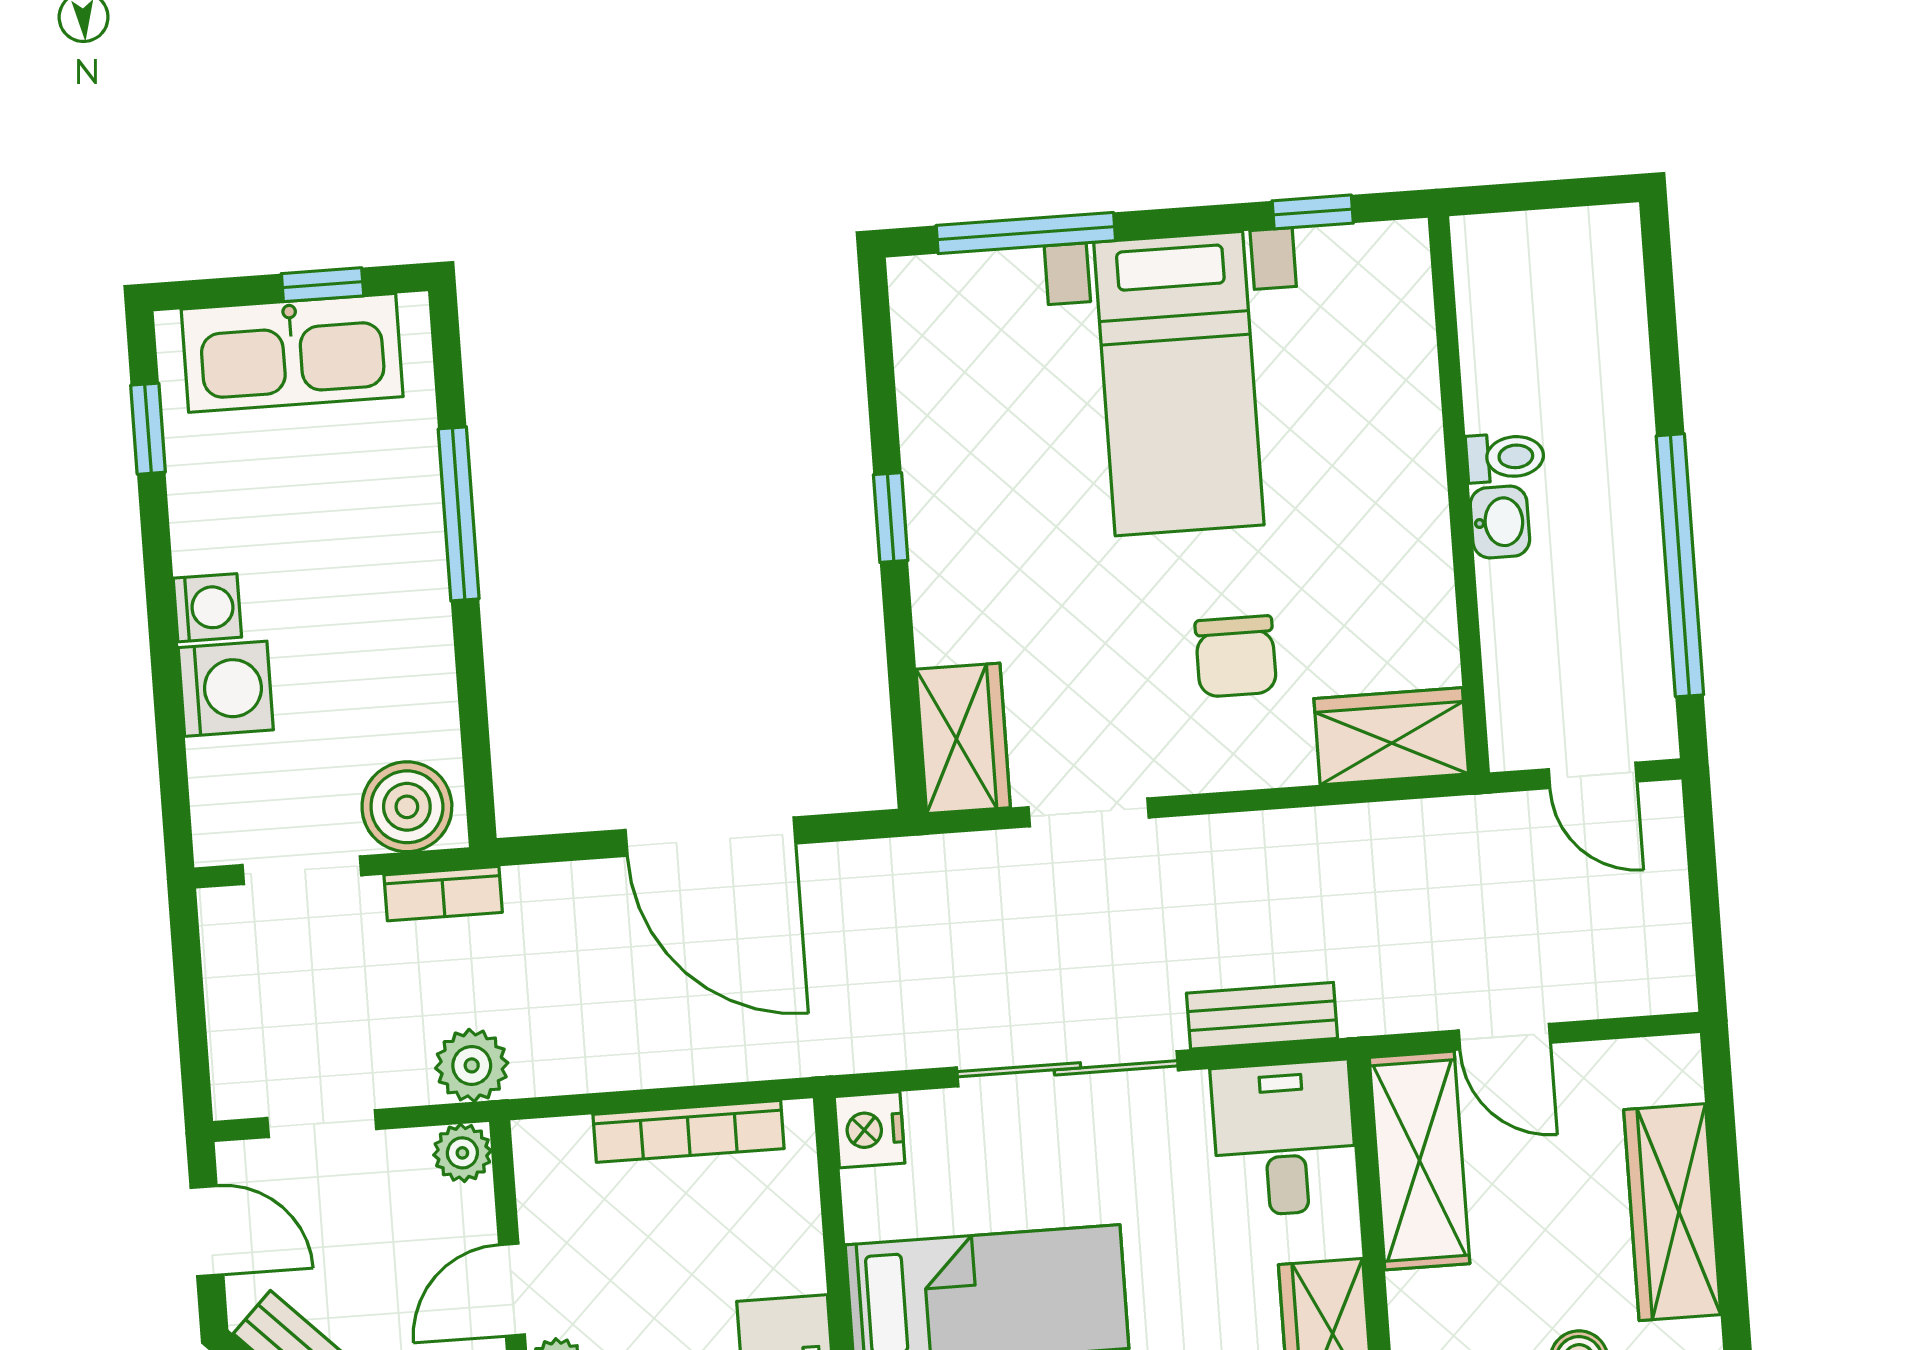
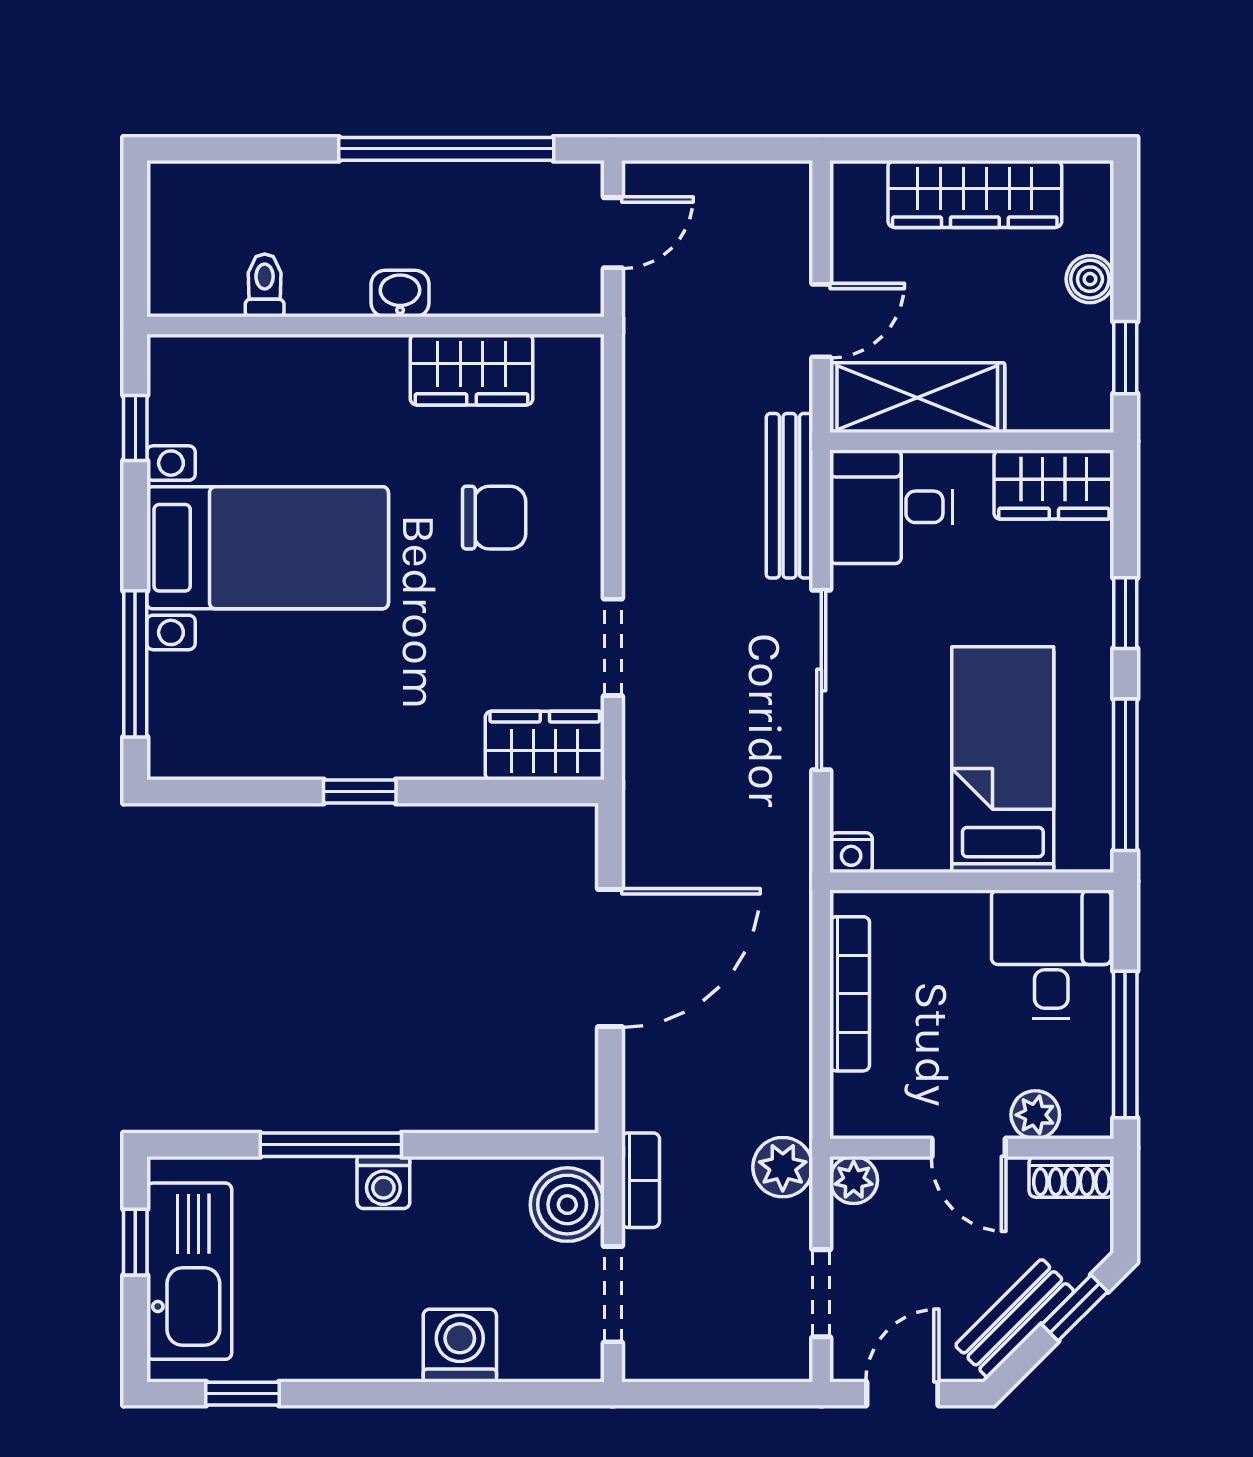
toilet: (1505, 457) -> (265, 285), moved
washing machine: (207, 608) -> (383, 1182), moved, turned 180
wardrobe: (1391, 736) -> (472, 370), moved, turned -90
bench: (1262, 1016) -> (790, 496), width x1.36
nightstand: (870, 1130) -> (851, 853), width x0.72, depth x0.74

